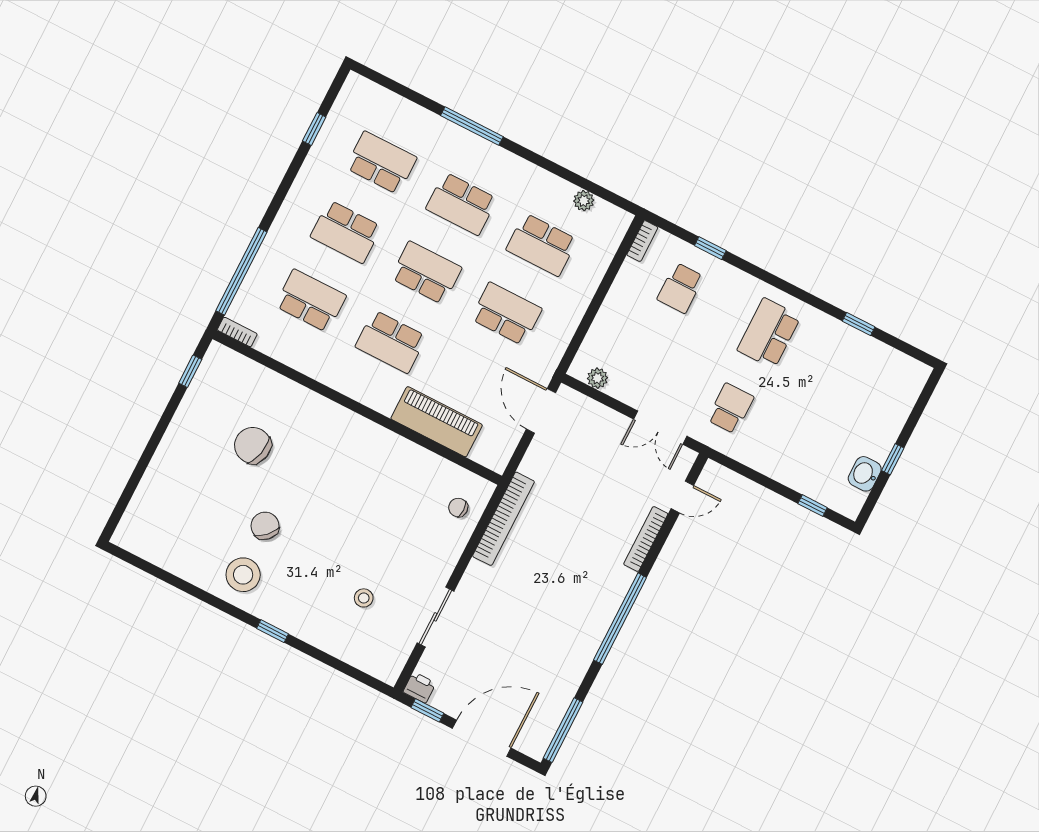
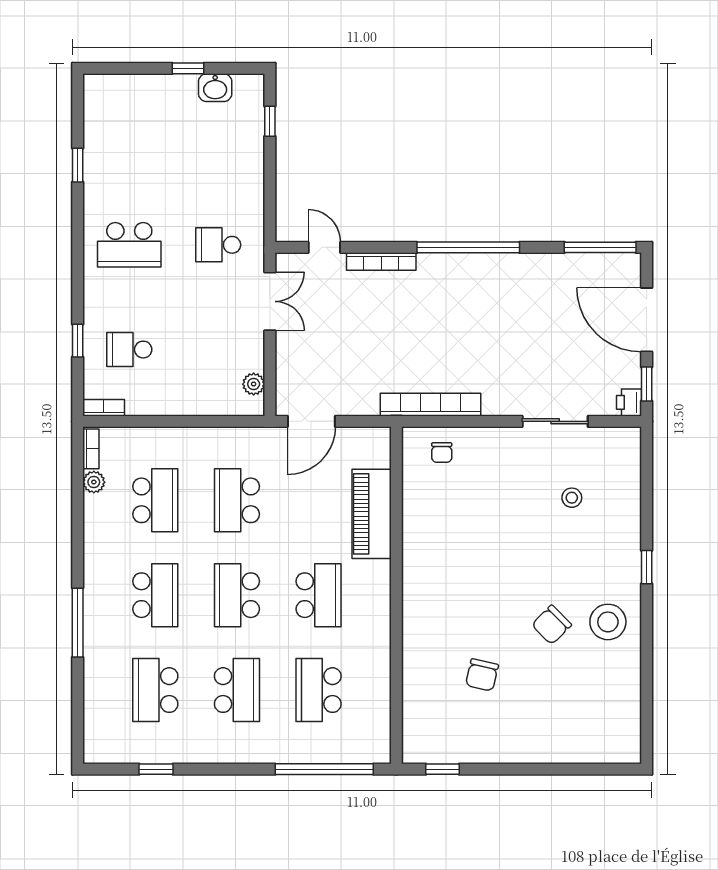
school desk: (680, 288) -> (129, 350), turned 180
bookcase: (237, 332) -> (91, 449), moved, turned 180
chair: (253, 445) -> (482, 675), width x0.73, depth x0.73

